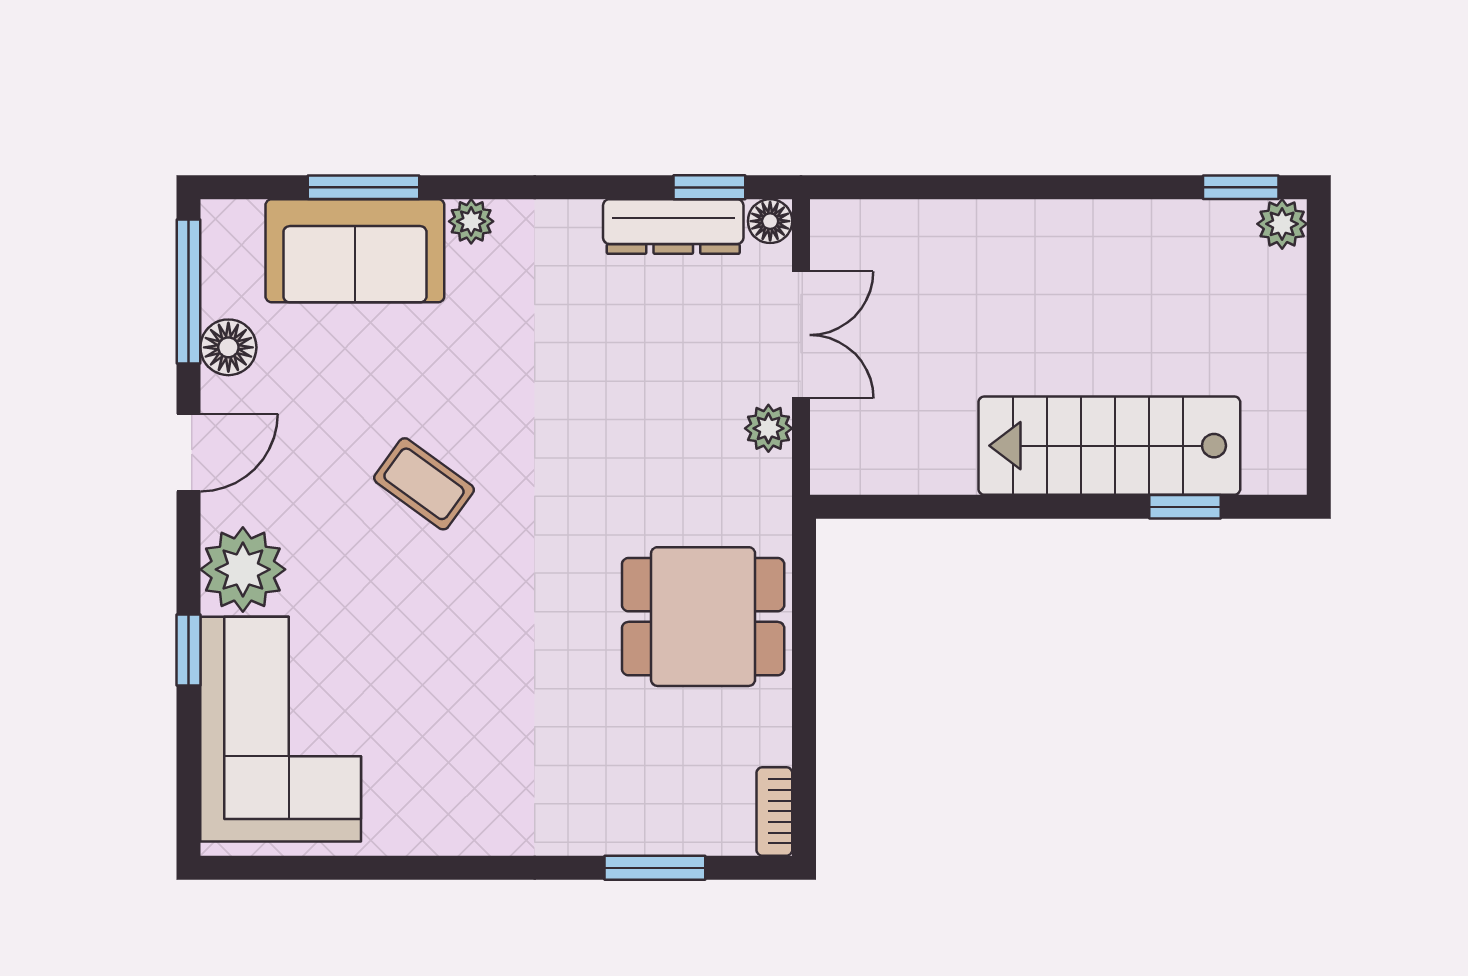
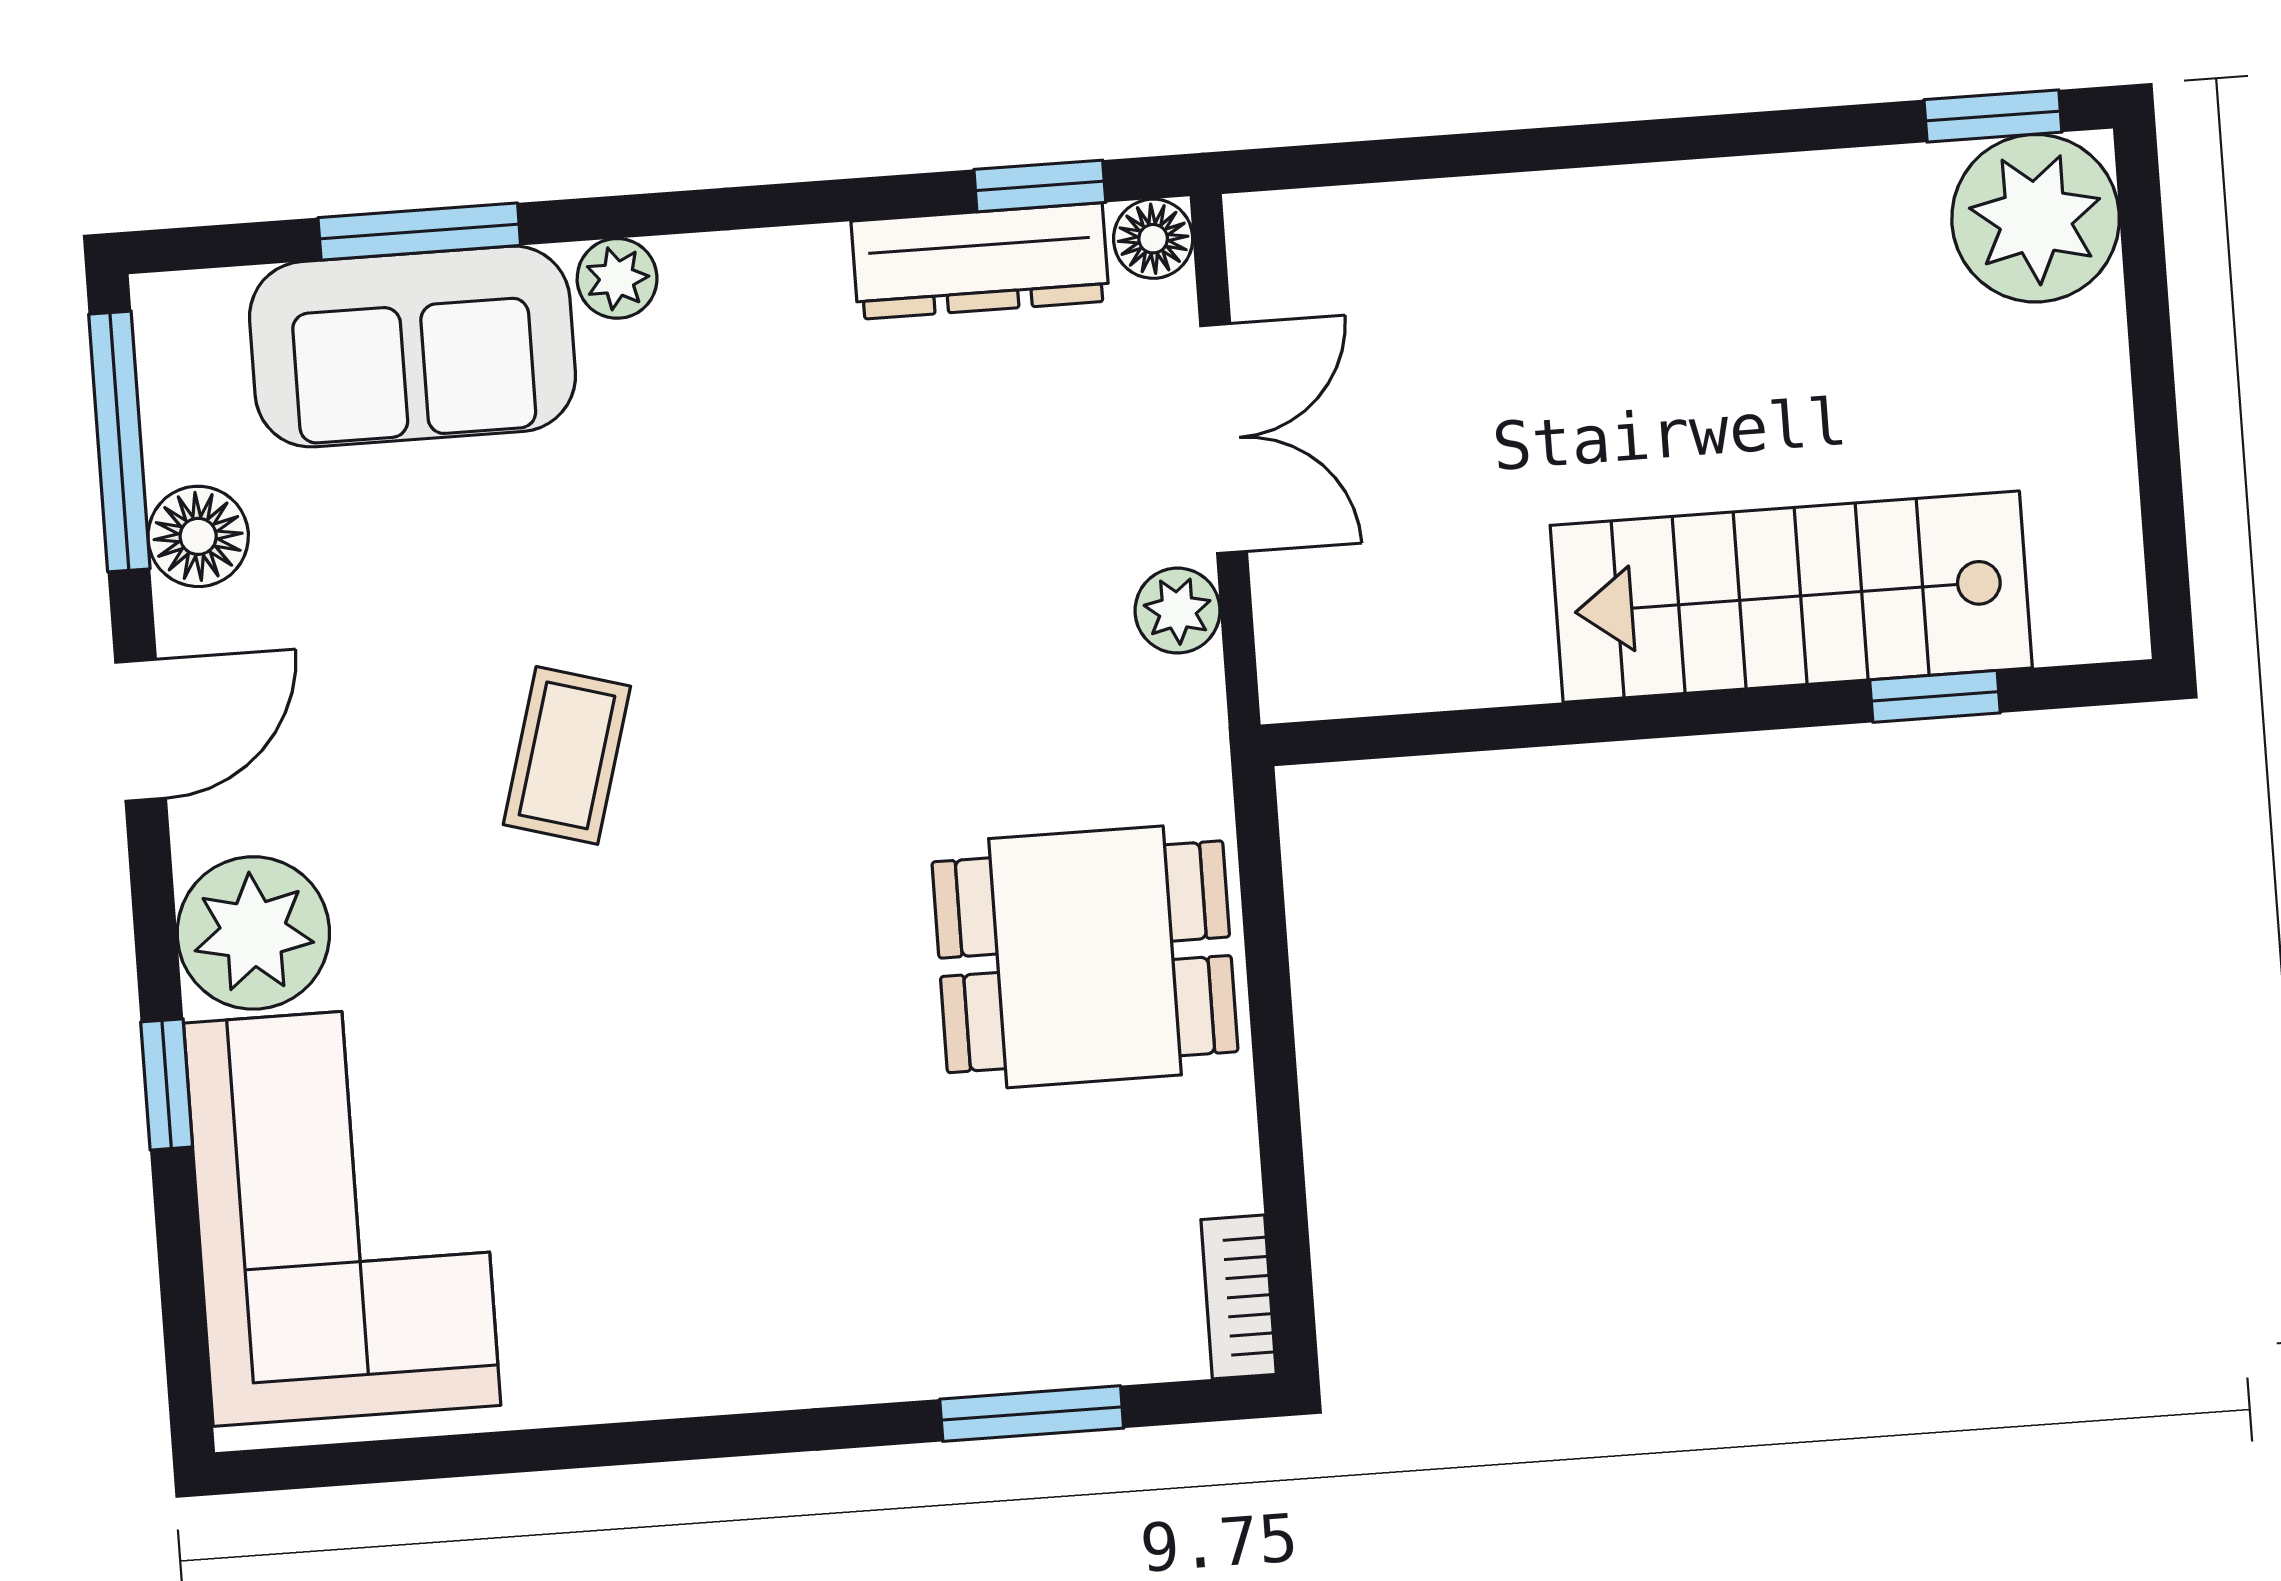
plant: (1282, 224) -> (2036, 218), width x1.88, depth x1.88
coffee table: (424, 484) -> (567, 755), turned 70

